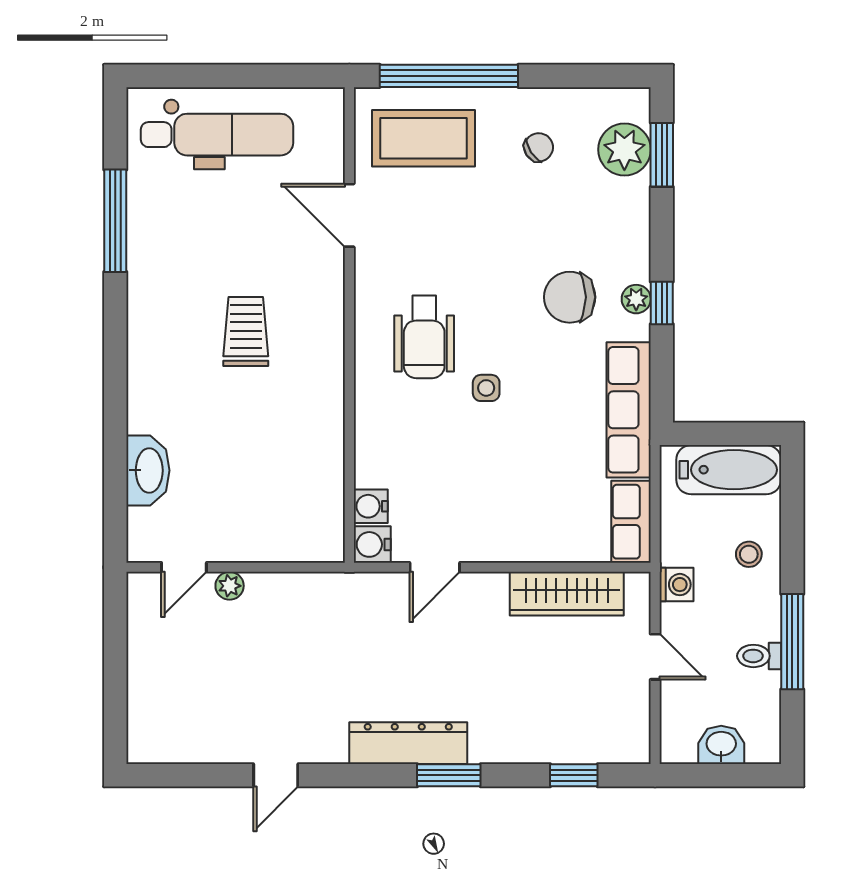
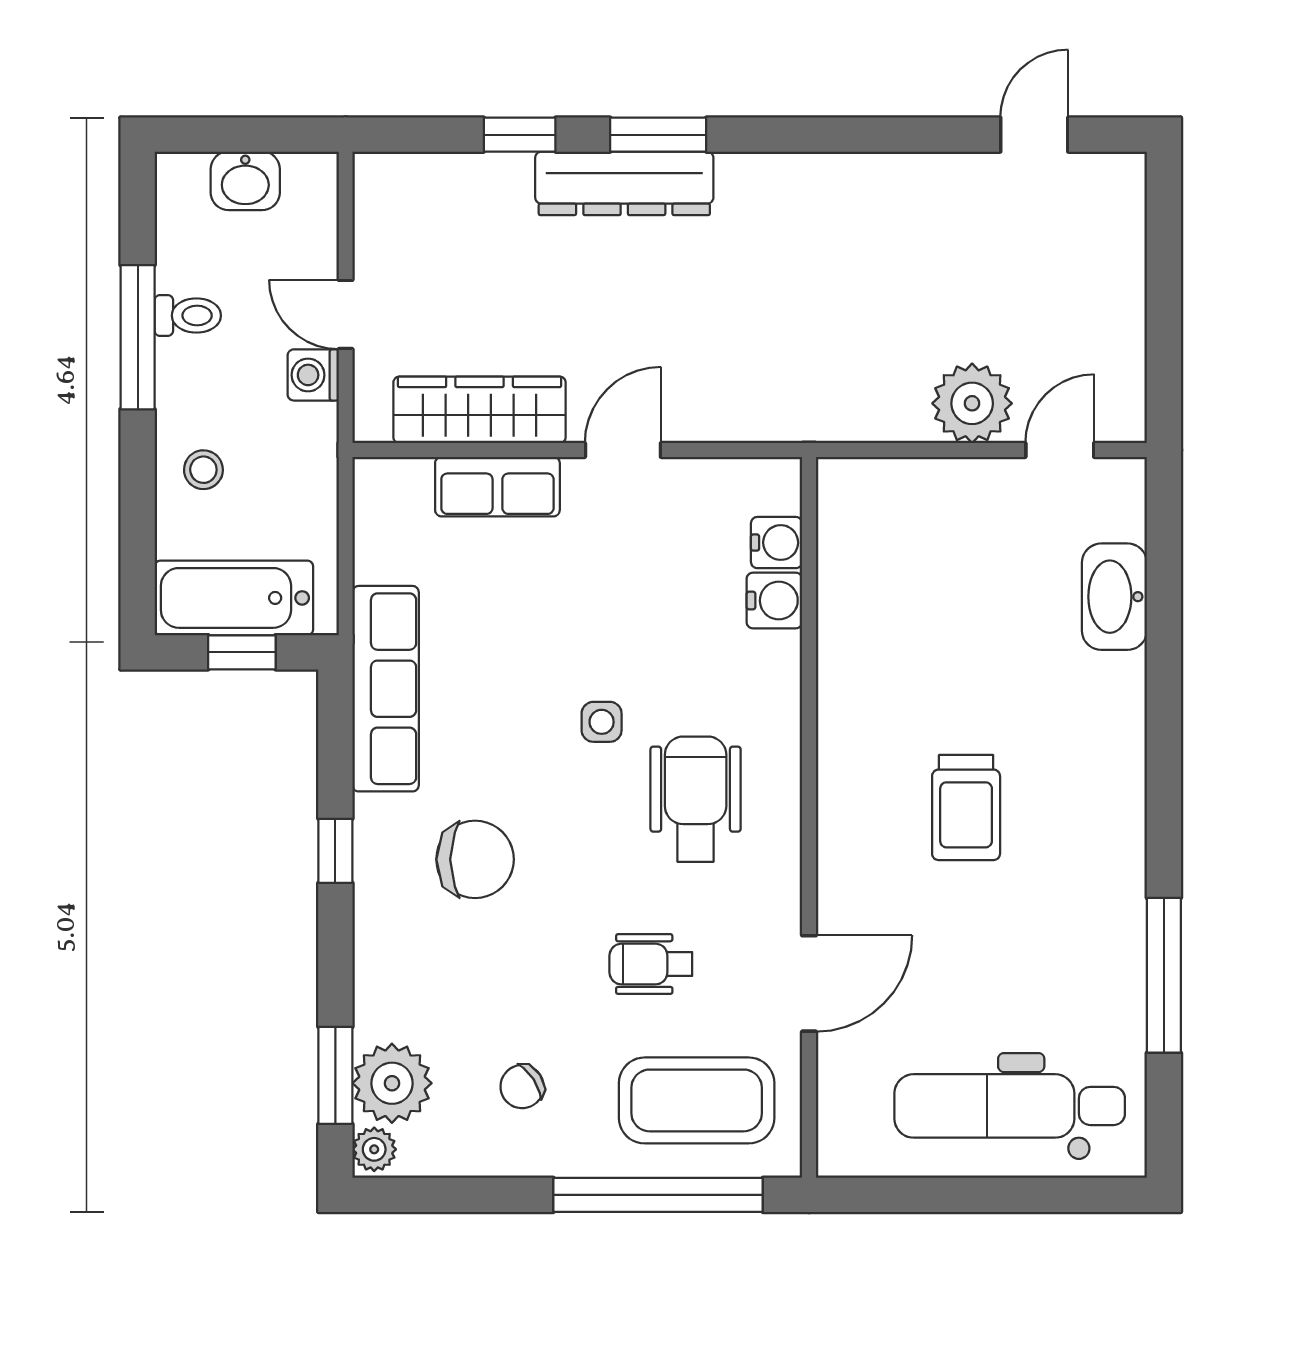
door: (349, 215) -> (809, 983), hinge flipped
wheelchair: (454, 228) -> (651, 964), added
plant: (636, 299) -> (374, 1149), moved
window: (723, 434) -> (242, 652), added
row of seats: (631, 522) -> (497, 487), moved, turned 90
water cooler: (372, 544) -> (774, 601), moved
door: (435, 567) -> (623, 450), moved
washing machine: (676, 585) -> (313, 375), moved
plant: (230, 586) -> (972, 403), width x1.88, depth x1.88
dresser: (408, 743) -> (624, 183), moved
door: (276, 775) -> (1034, 135), moved
window: (574, 775) -> (520, 135), moved

